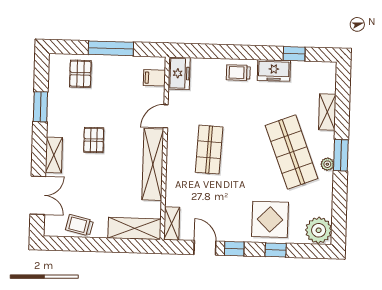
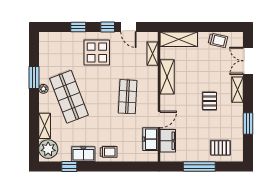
freezer: (179, 73) -> (150, 139), moved
pallet: (80, 74) -> (220, 148), turned 90
filing cabinet: (154, 78) -> (168, 141), width x2.00
window: (341, 155) -> (34, 78), moved
shelving: (153, 164) -> (167, 77), width x0.68
display table: (270, 219) -> (97, 52), moved
shelving: (172, 223) -> (153, 54), moved
plant: (319, 230) -> (48, 149), moved

